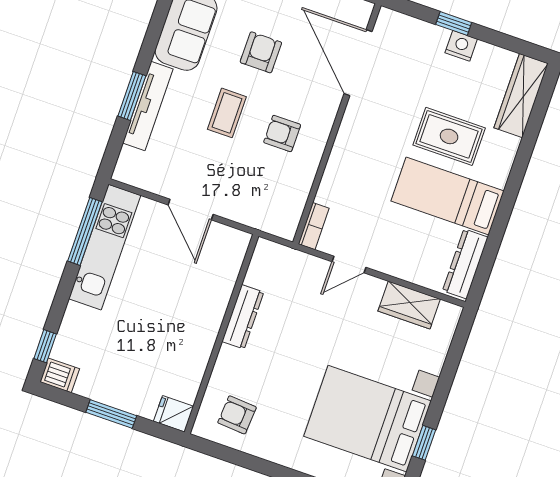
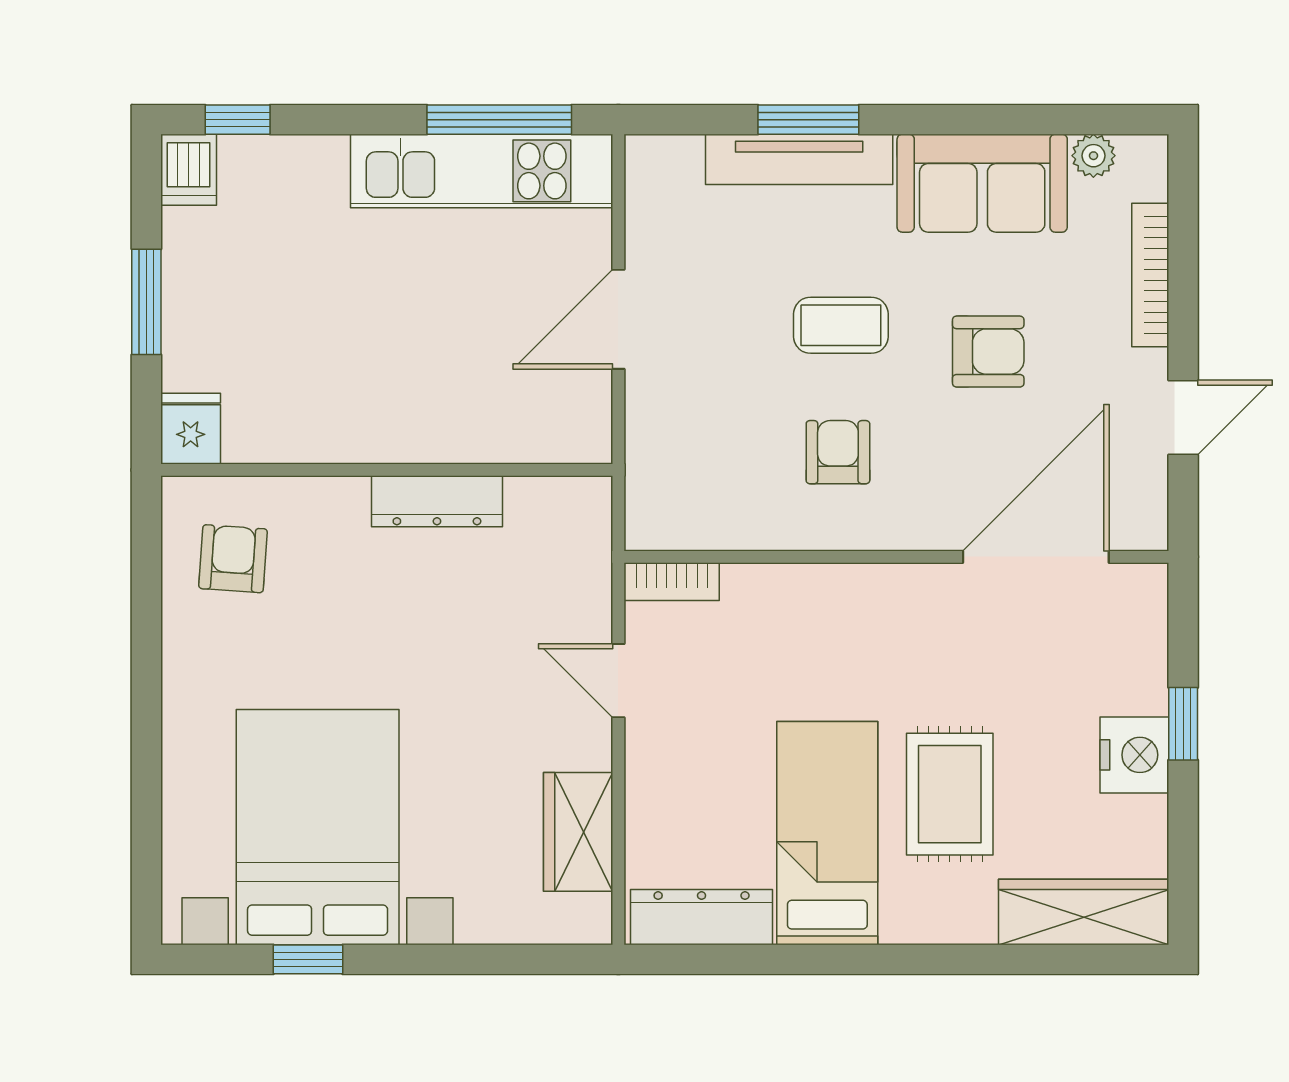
nightstand: (461, 46) -> (1134, 755), width x1.36, depth x1.33

